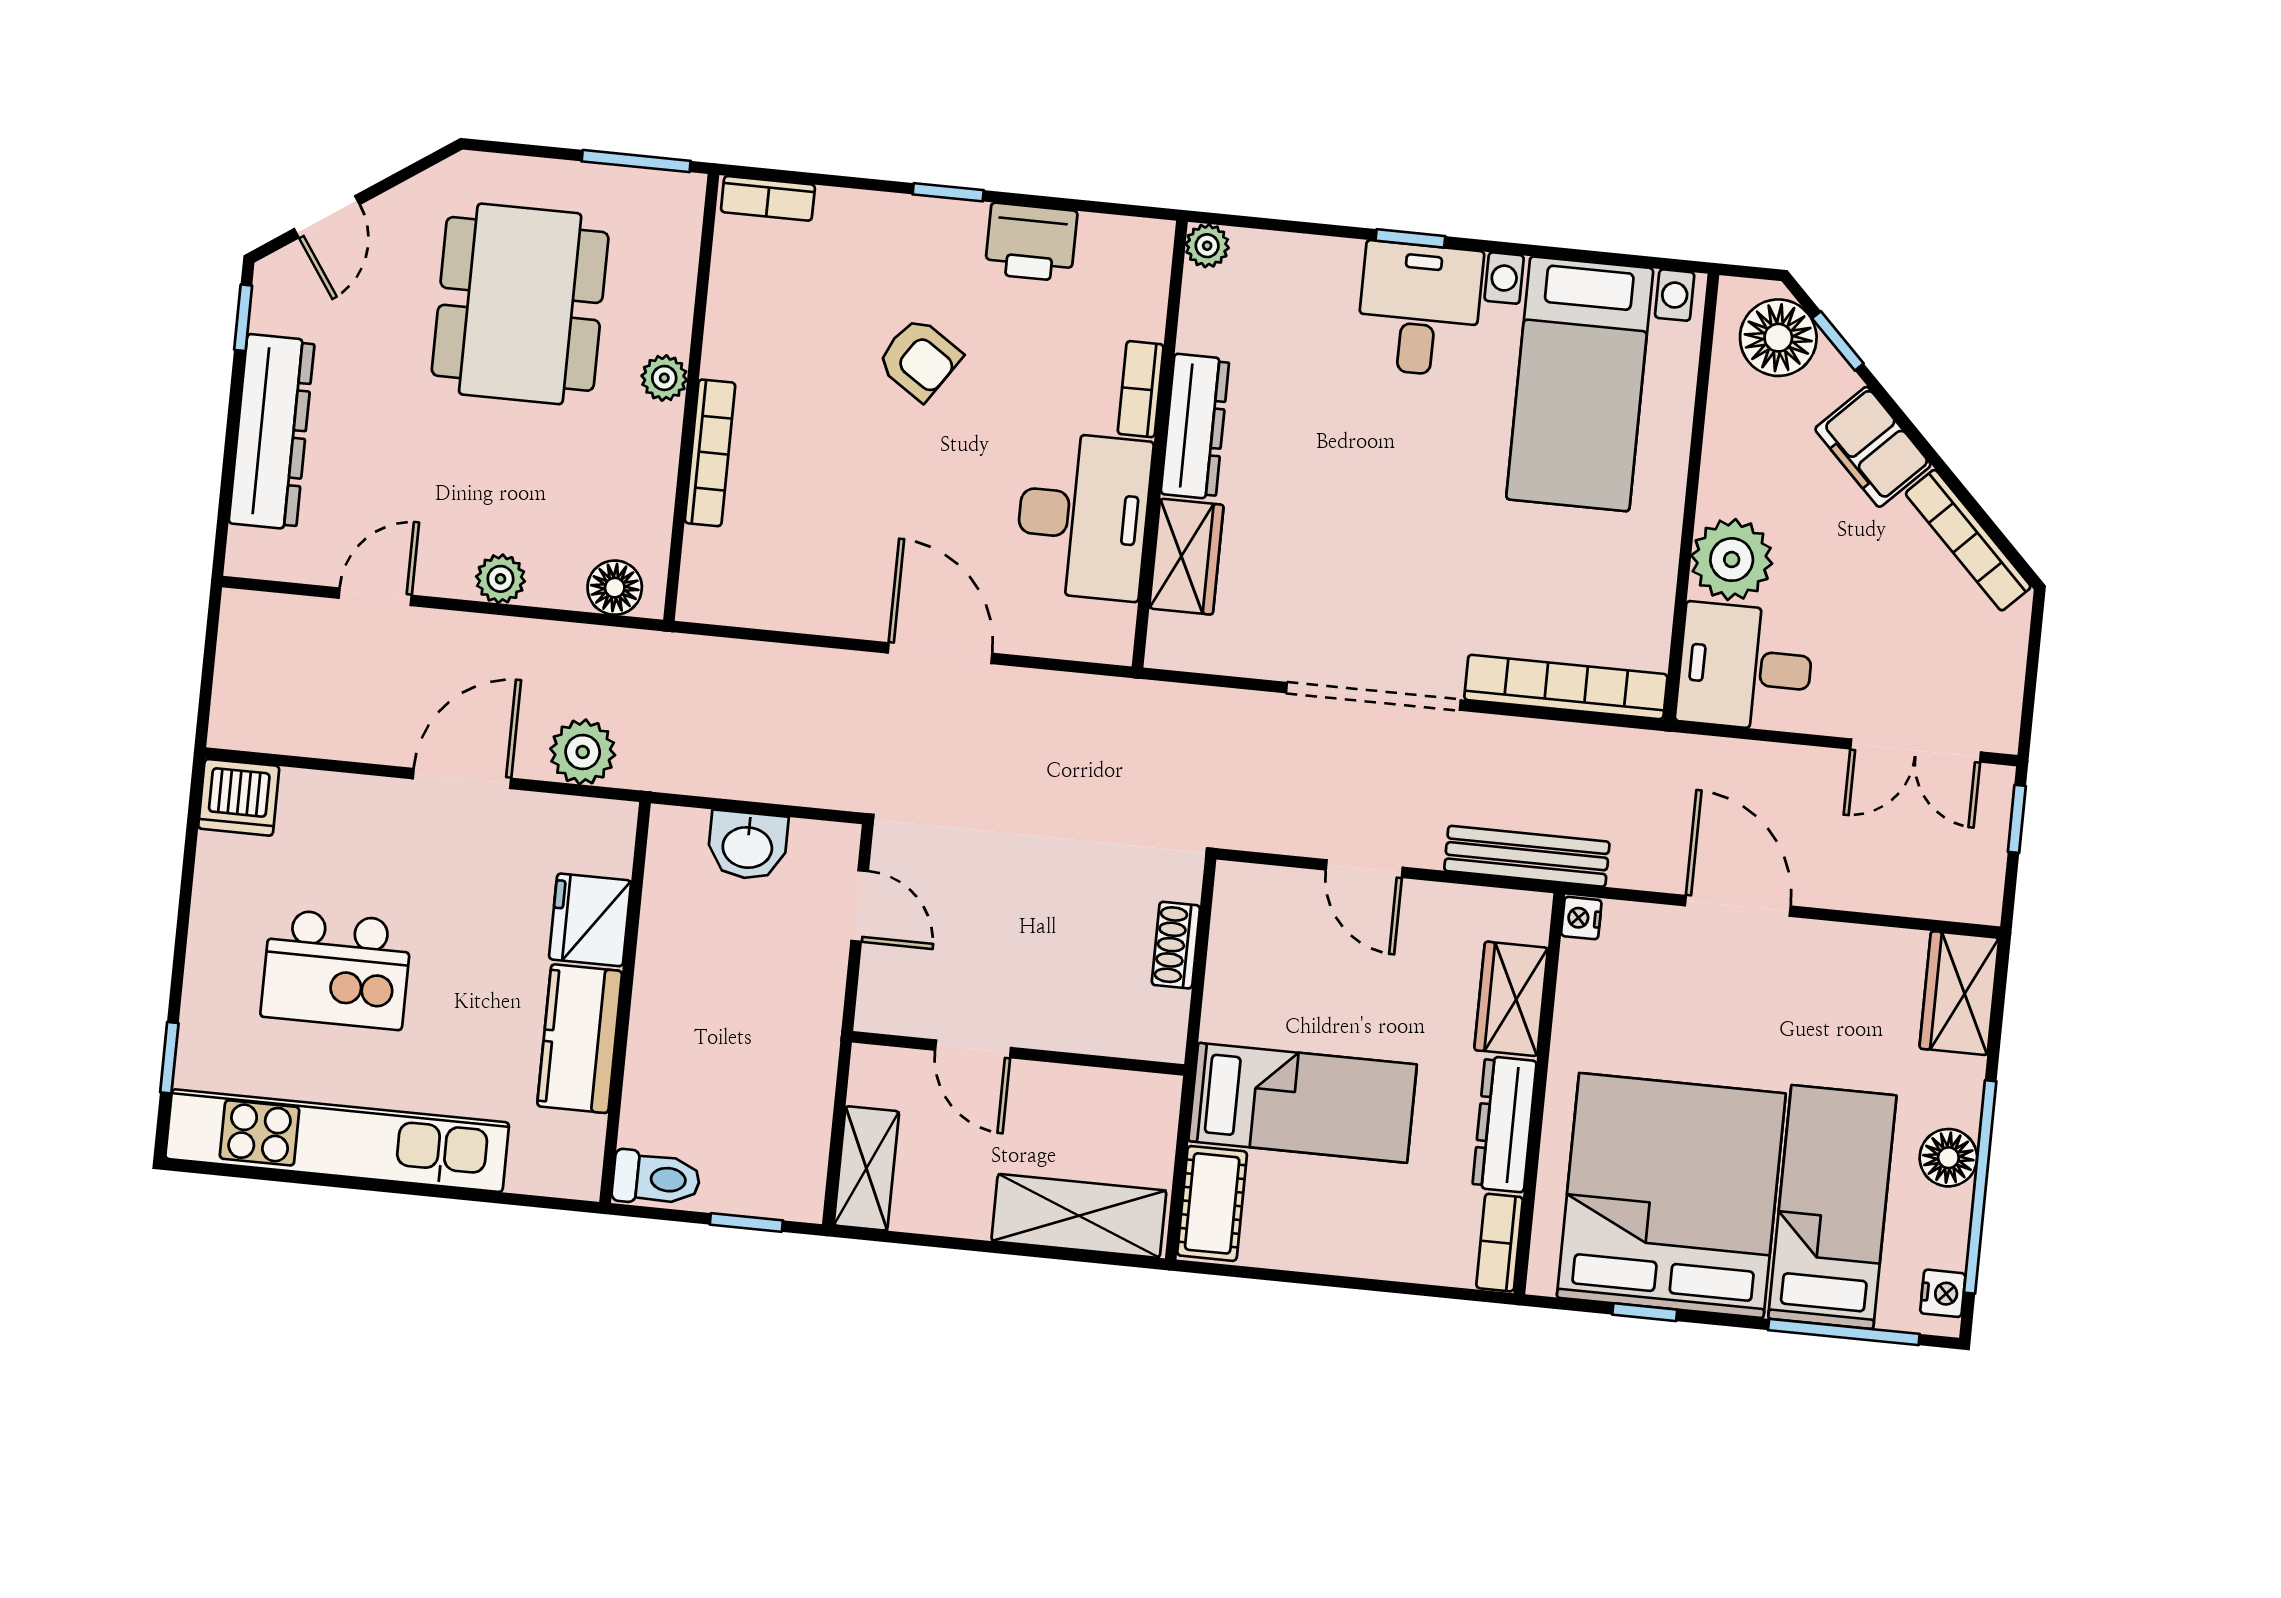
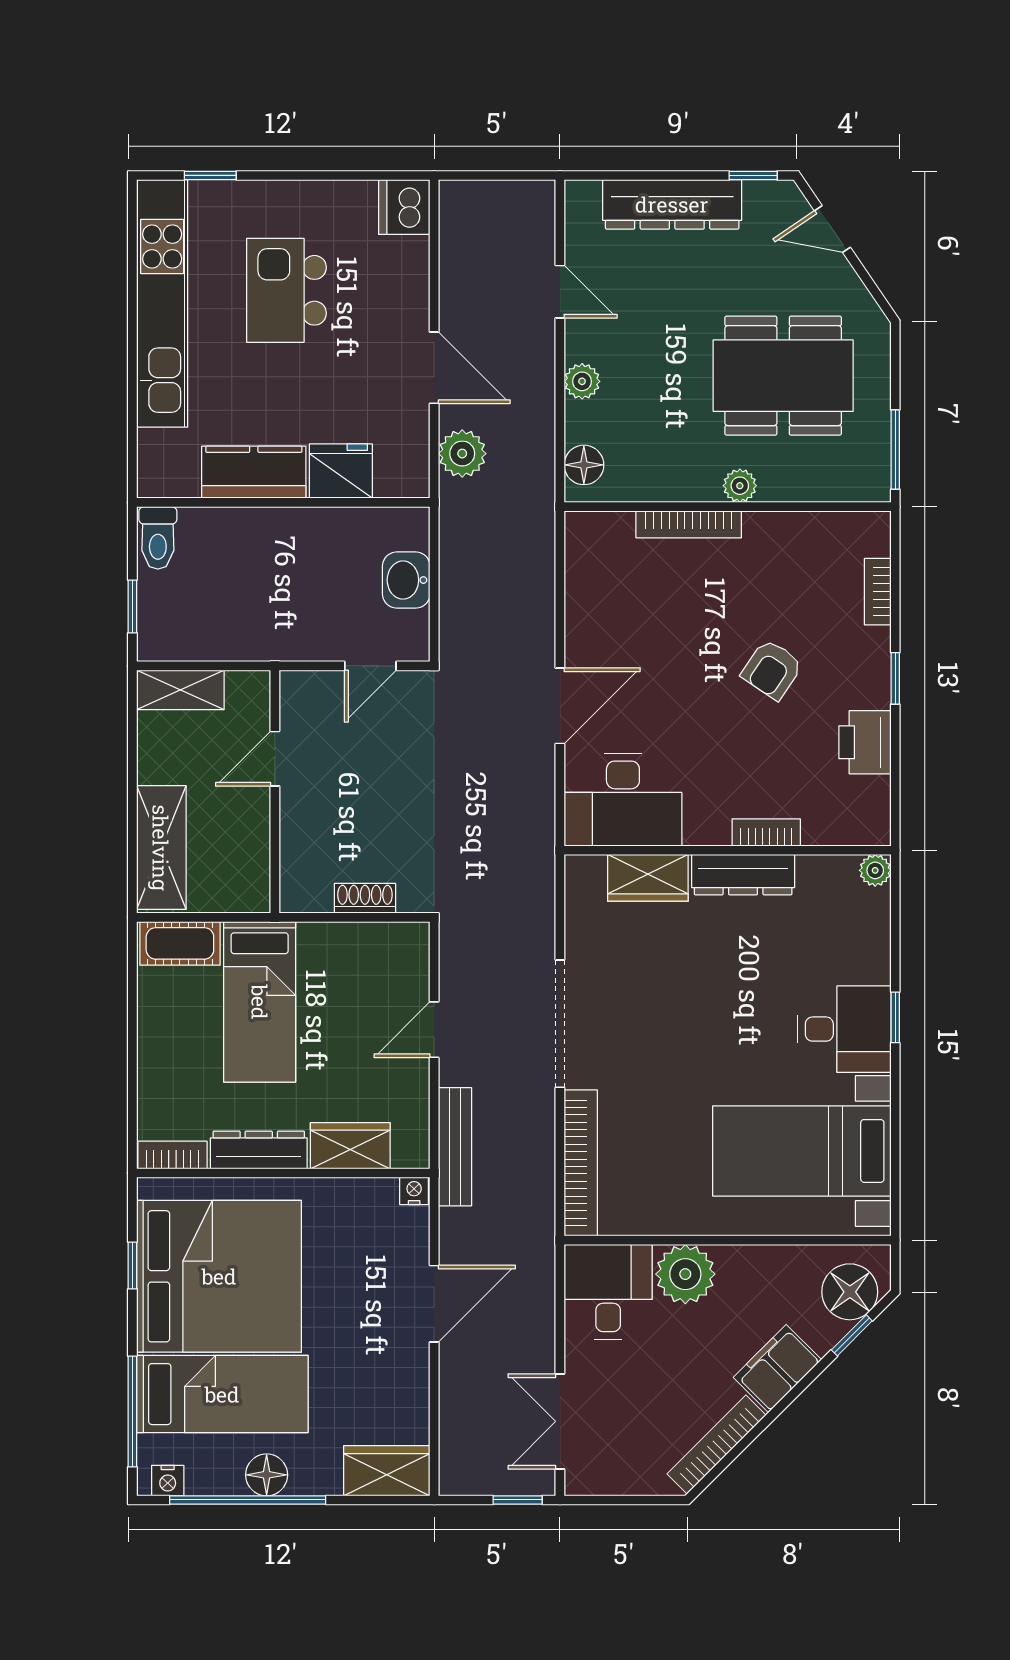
bookcase: (768, 198) -> (878, 592), moved
desk: (1083, 516) -> (623, 800), moved

